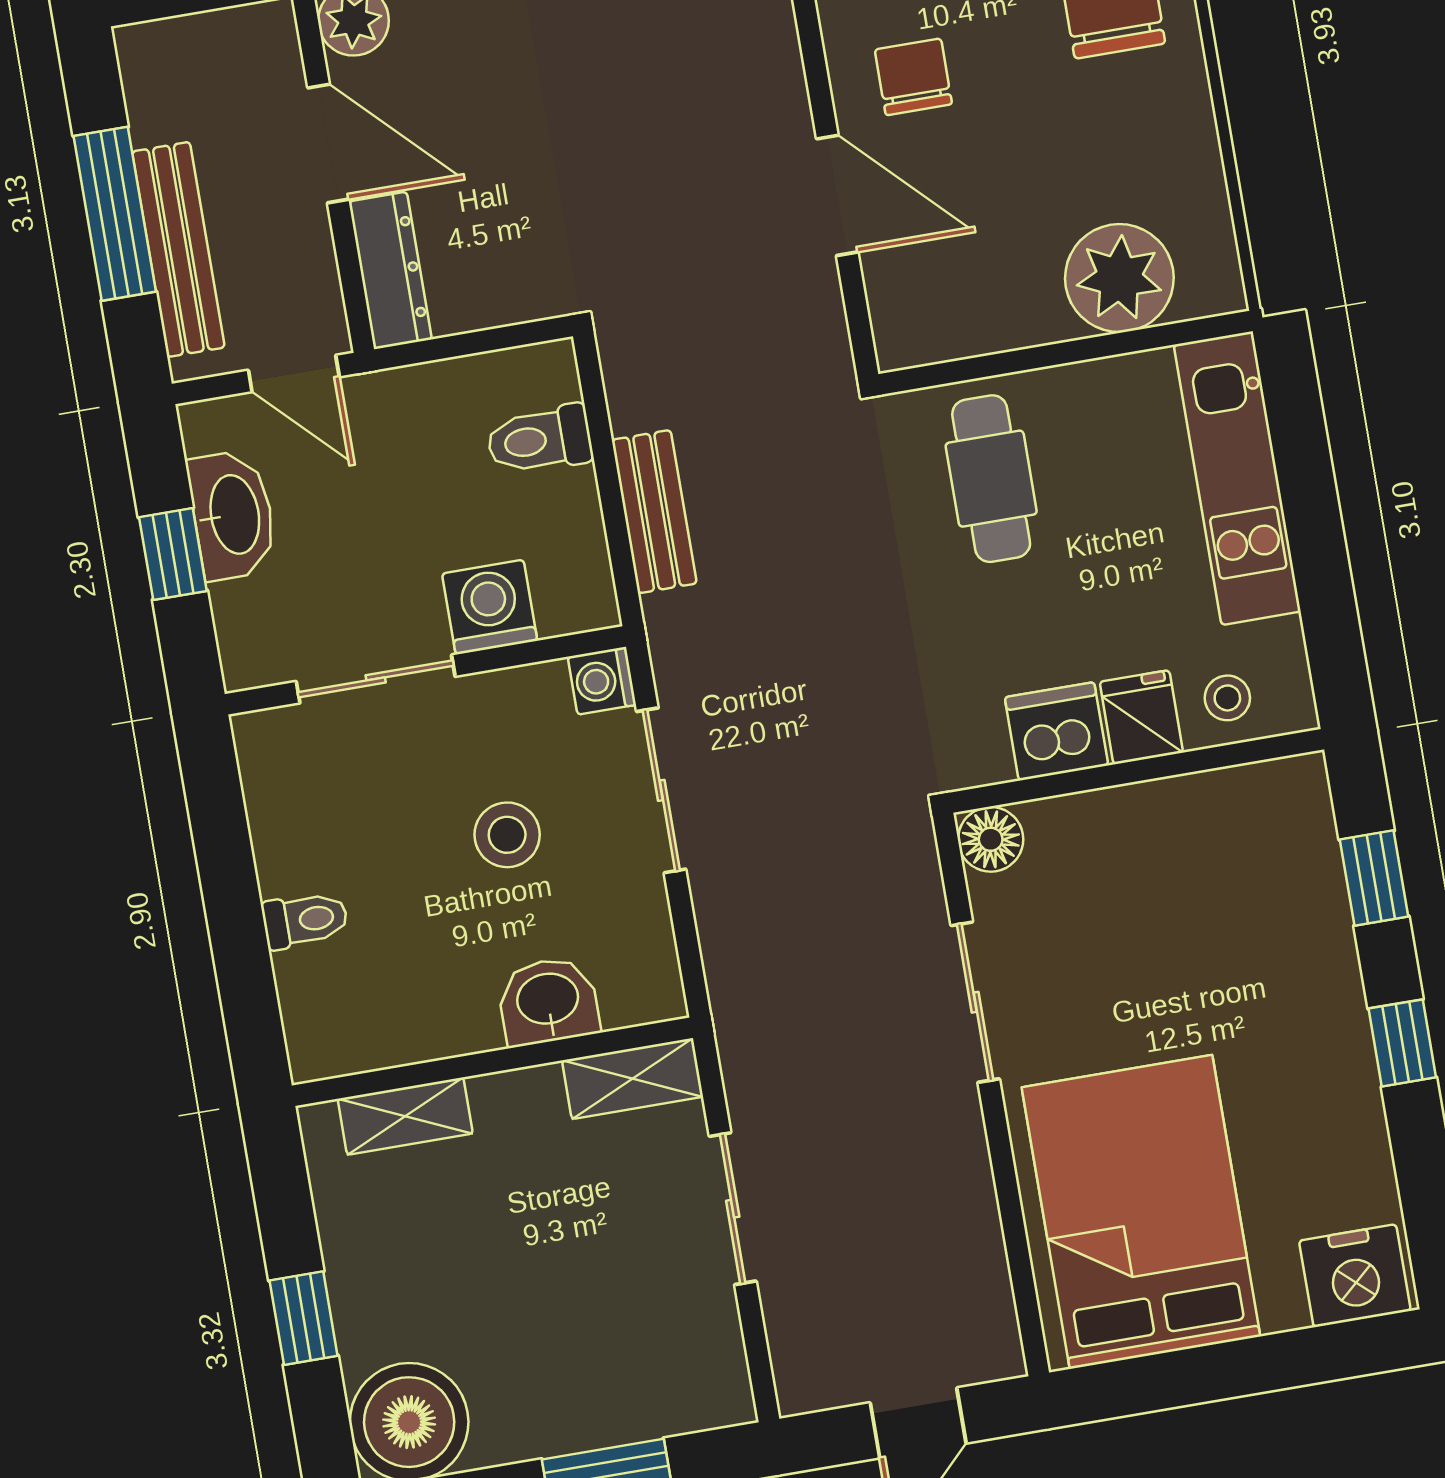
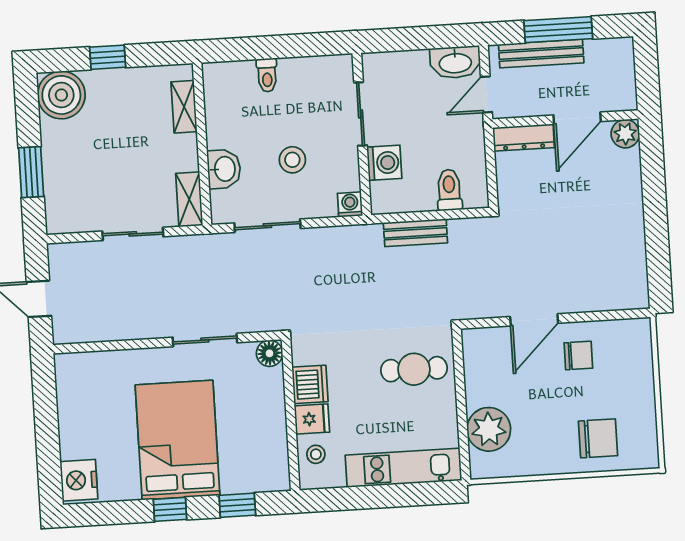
washbasin: (233, 515) -> (455, 62), moved
window: (173, 554) -> (419, 38), removed
sliding door: (661, 790) -> (267, 226), moved
bed: (1141, 1212) -> (177, 440), moved, turned -90

